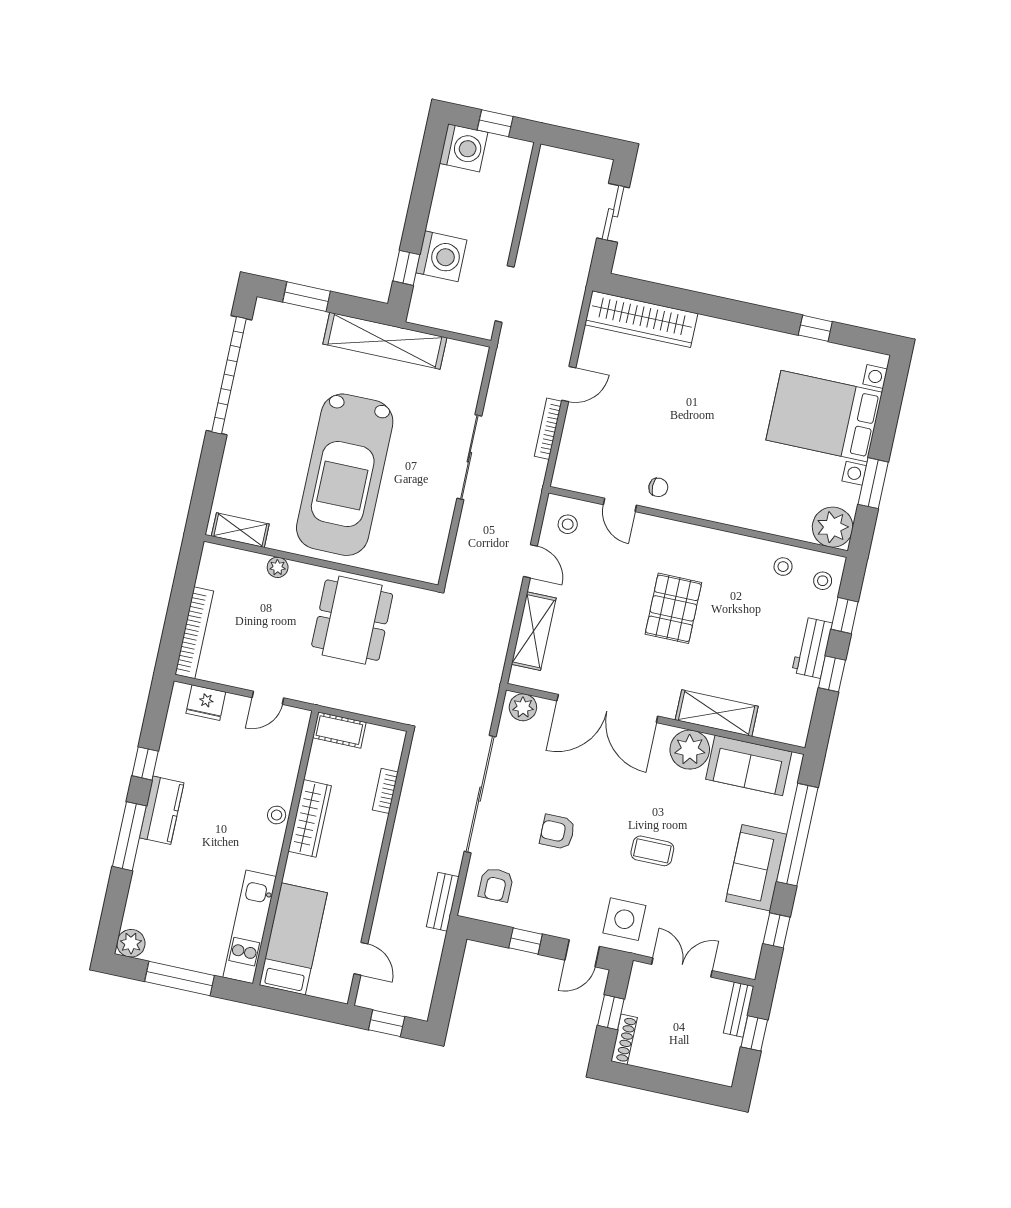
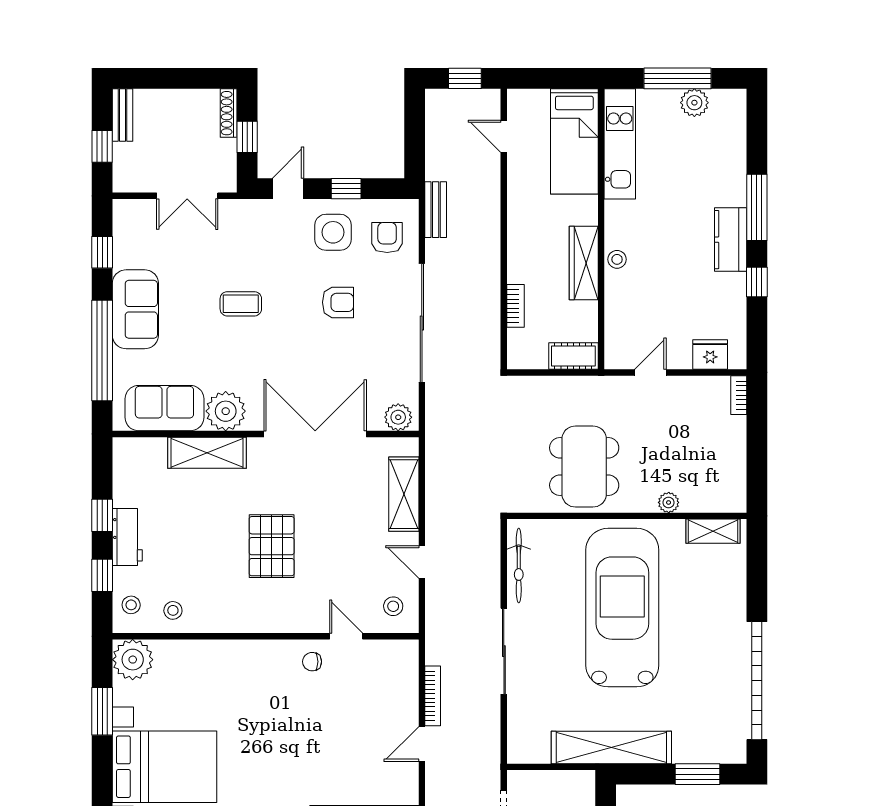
bicycle: (437, 537) -> (519, 565), added
bookcase: (194, 633) -> (739, 395), width x0.43, depth x0.76
side table: (624, 919) -> (333, 232), moved
plant: (131, 943) -> (694, 103), moved
bench: (739, 1010) -> (122, 115), moved

